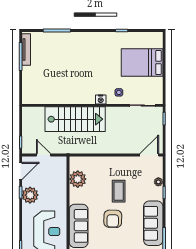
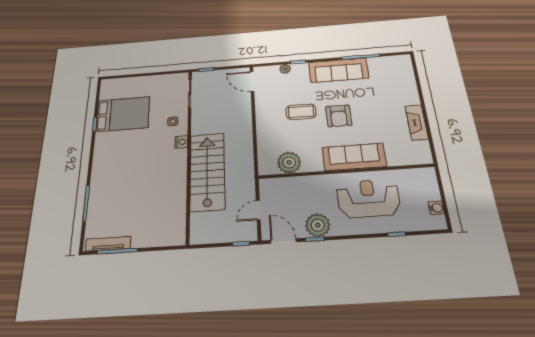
bed: (142, 62) -> (123, 114), moved, turned -90
armchair: (113, 219) -> (339, 116), turned 89

